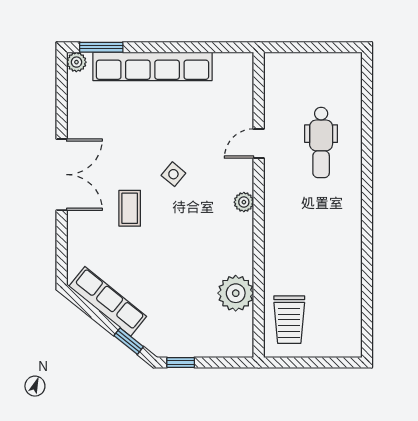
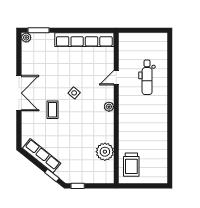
row of seats: (152, 66) -> (84, 40), moved

